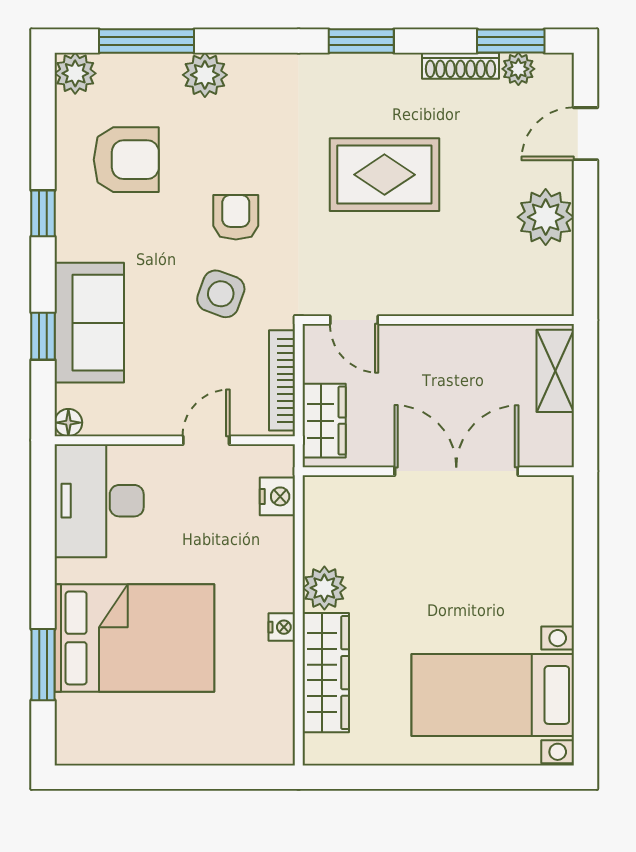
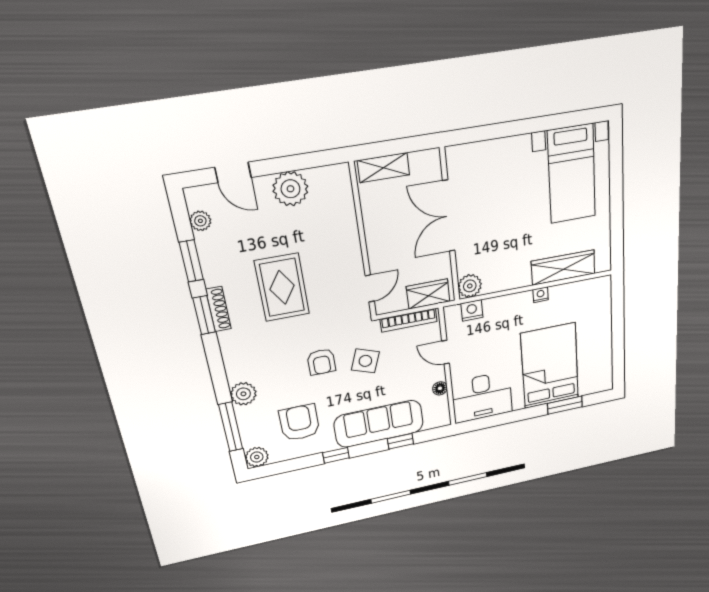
window: (511, 41) -> (191, 261), moved
shoe rack: (461, 66) -> (218, 309), moved
armchair: (236, 217) -> (321, 362), turned -90
sofa: (89, 323) -> (379, 424), width x1.36
floor lamp: (68, 423) -> (440, 388), moved
plant: (324, 588) -> (470, 286), moved

